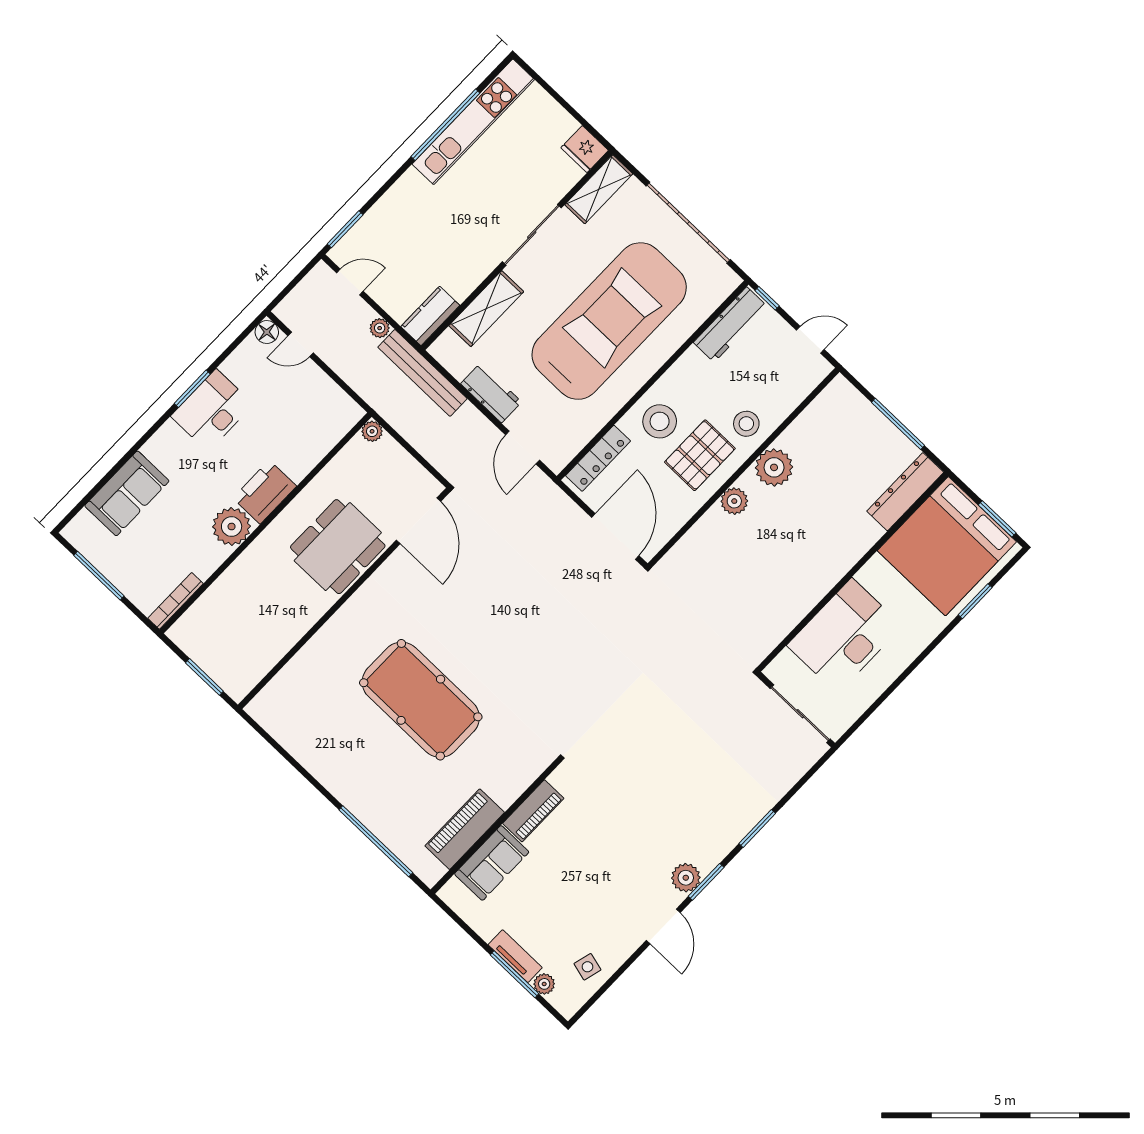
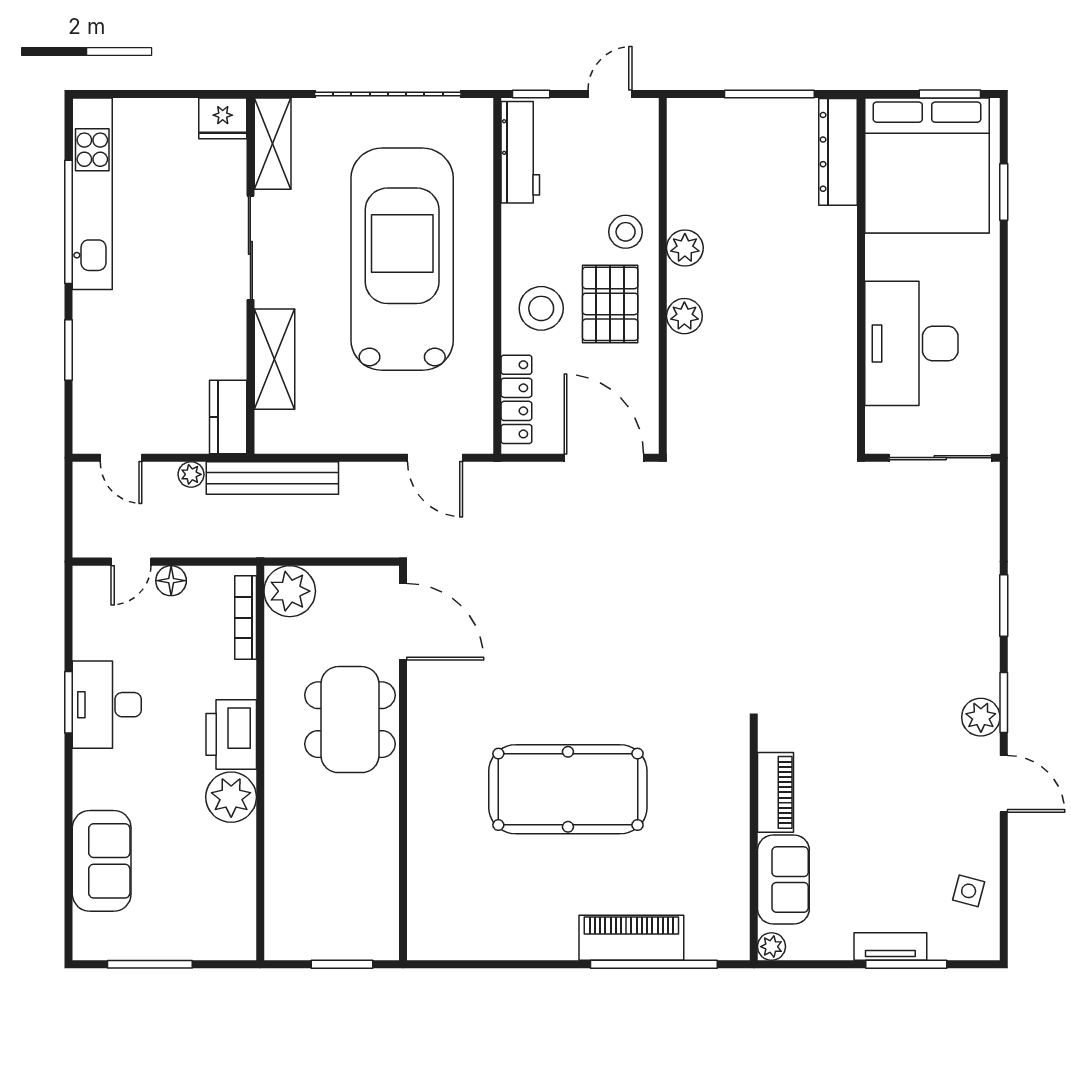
window: (345, 229) -> (69, 350), moved
door: (350, 282) -> (121, 458), swing flipped
floor lamp: (267, 332) -> (171, 581), moved
workbench: (491, 393) -> (356, 434), removed
plant: (372, 431) -> (290, 591), width x1.88, depth x1.88
plant: (774, 467) -> (685, 248), width x0.73, depth x0.73
bookcase: (176, 601) -> (246, 618), moved
piano: (465, 829) -> (631, 938), moved, turned 90
plant: (544, 984) -> (771, 947), moved

